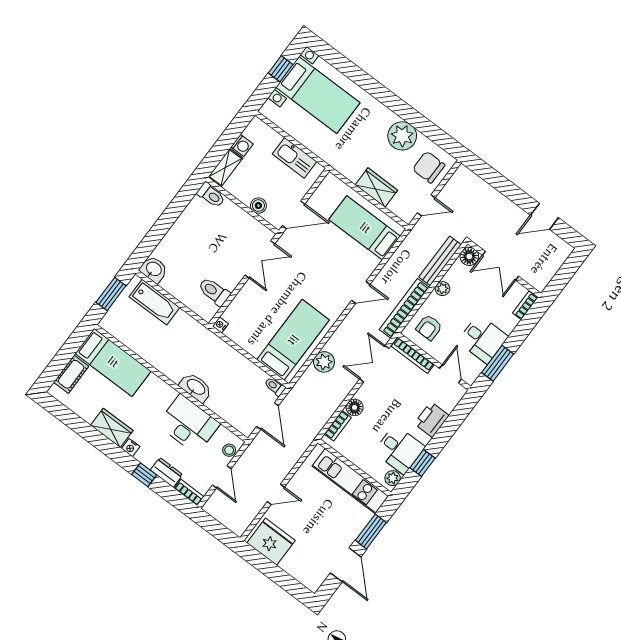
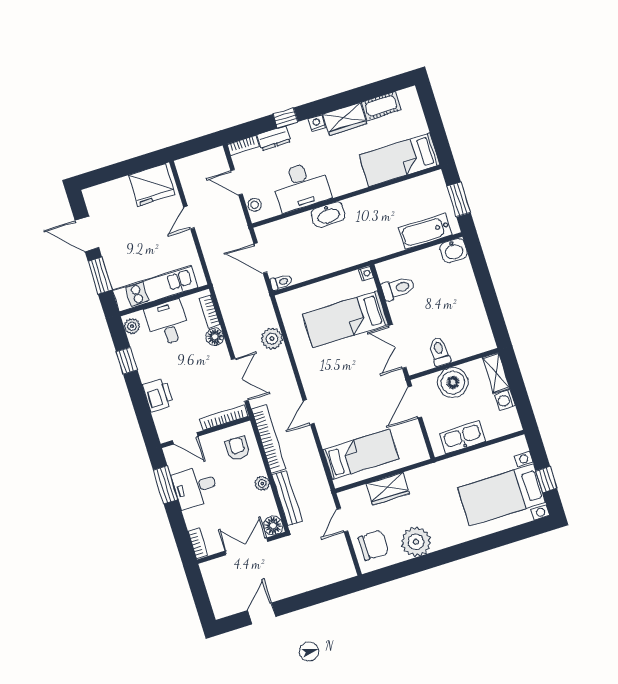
toilet: (211, 195) -> (440, 352), moved, turned 90
boiler: (258, 206) -> (453, 382), width x1.86, depth x1.86
bed: (293, 340) -> (345, 319), moved, turned 90
cot: (71, 374) -> (381, 106), moved, turned 90
desk: (399, 449) -> (168, 323), moved, turned 90

